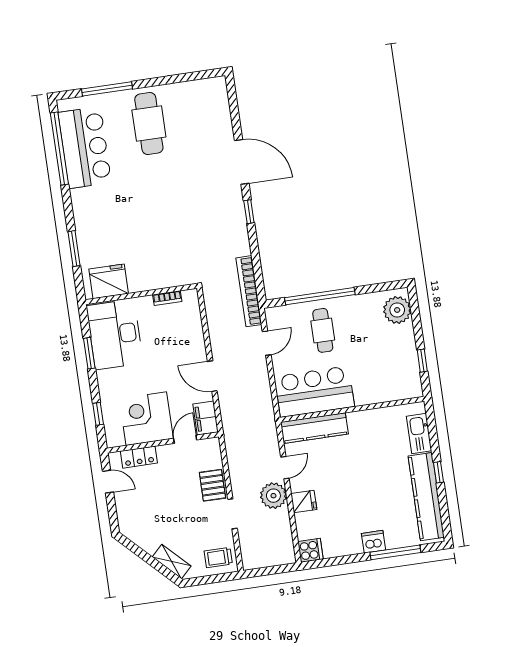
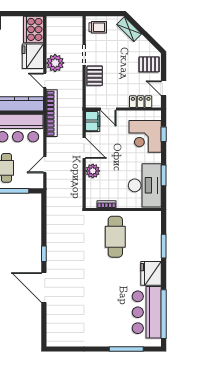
cafe table: (149, 124) -> (115, 237), moved
fridge: (109, 281) -> (151, 273), moved, turned 90
bookcase: (249, 291) -> (52, 113), moved
plant: (195, 345) -> (93, 171), added
corner desk: (146, 419) -> (145, 136), moved, turned 90
door: (185, 439) -> (108, 109), hinge flipped
door: (285, 468) -> (45, 80), hinge flipped
fridge: (304, 501) -> (33, 56), width x1.88, depth x1.34
pallet: (135, 514) -> (149, 64), added
cooker: (310, 550) -> (34, 29), width x1.87, depth x1.31

